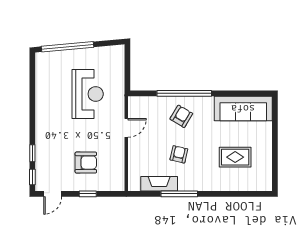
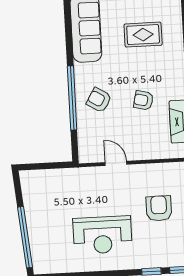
reception desk: (88, 94) -> (102, 235), moved, turned 180
rug: (235, 157) -> (143, 35), turned 90

